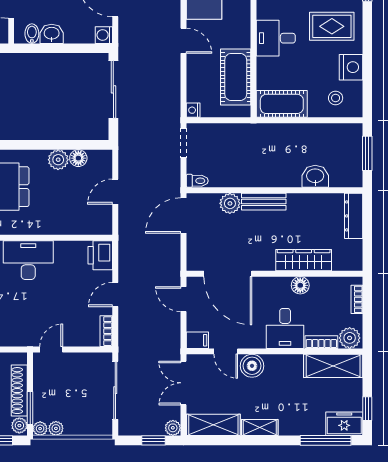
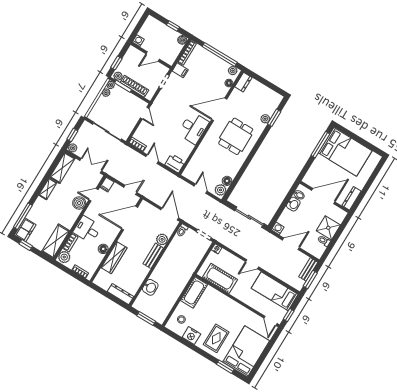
desk: (276, 38) -> (227, 309), removed
plant: (58, 160) -> (220, 190), moved

